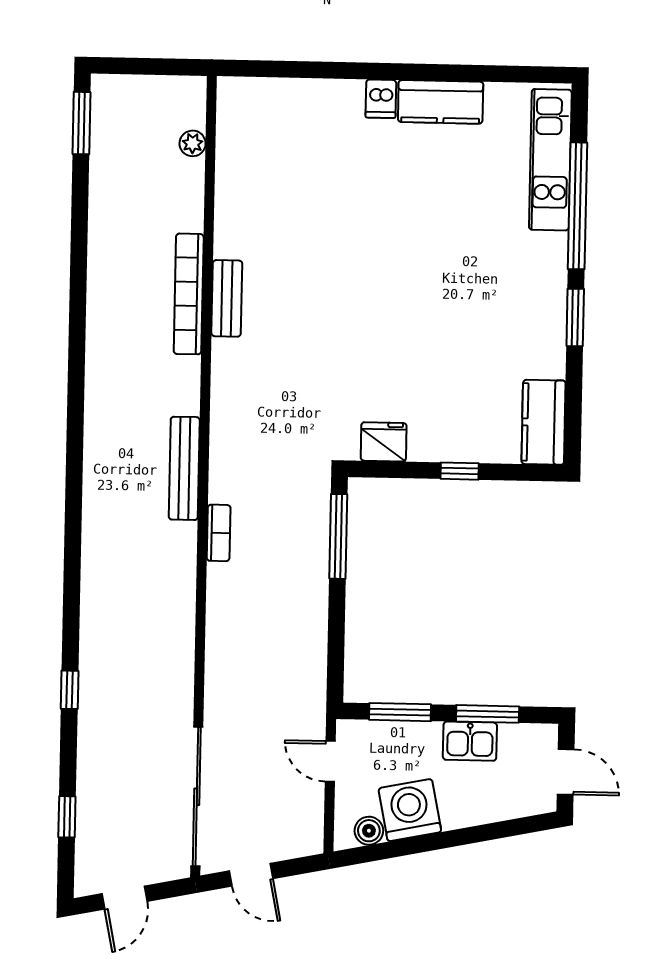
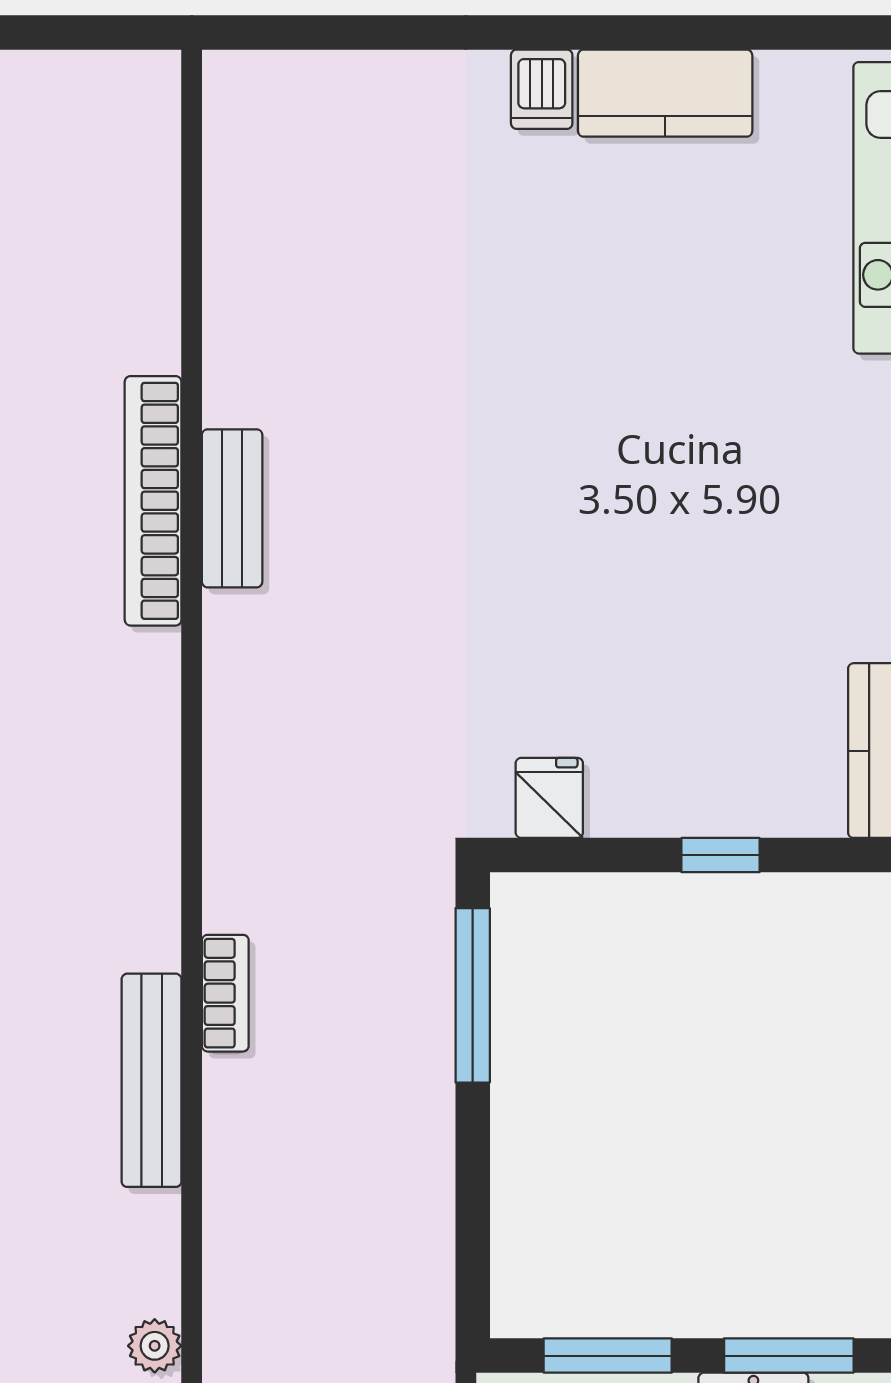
plant: (193, 143) -> (155, 1346), moved
fridge: (384, 442) -> (549, 798), width x0.72
bench: (184, 468) -> (151, 1080), moved

